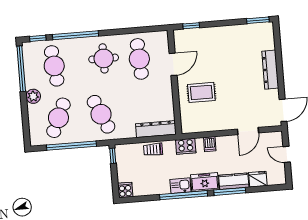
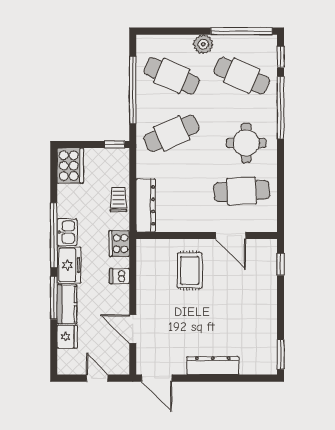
cafe table: (54, 66) -> (242, 76), turned 30
door: (287, 154) -> (97, 378), hinge flipped
cooker: (125, 190) -> (70, 166), width x1.87, depth x1.31

